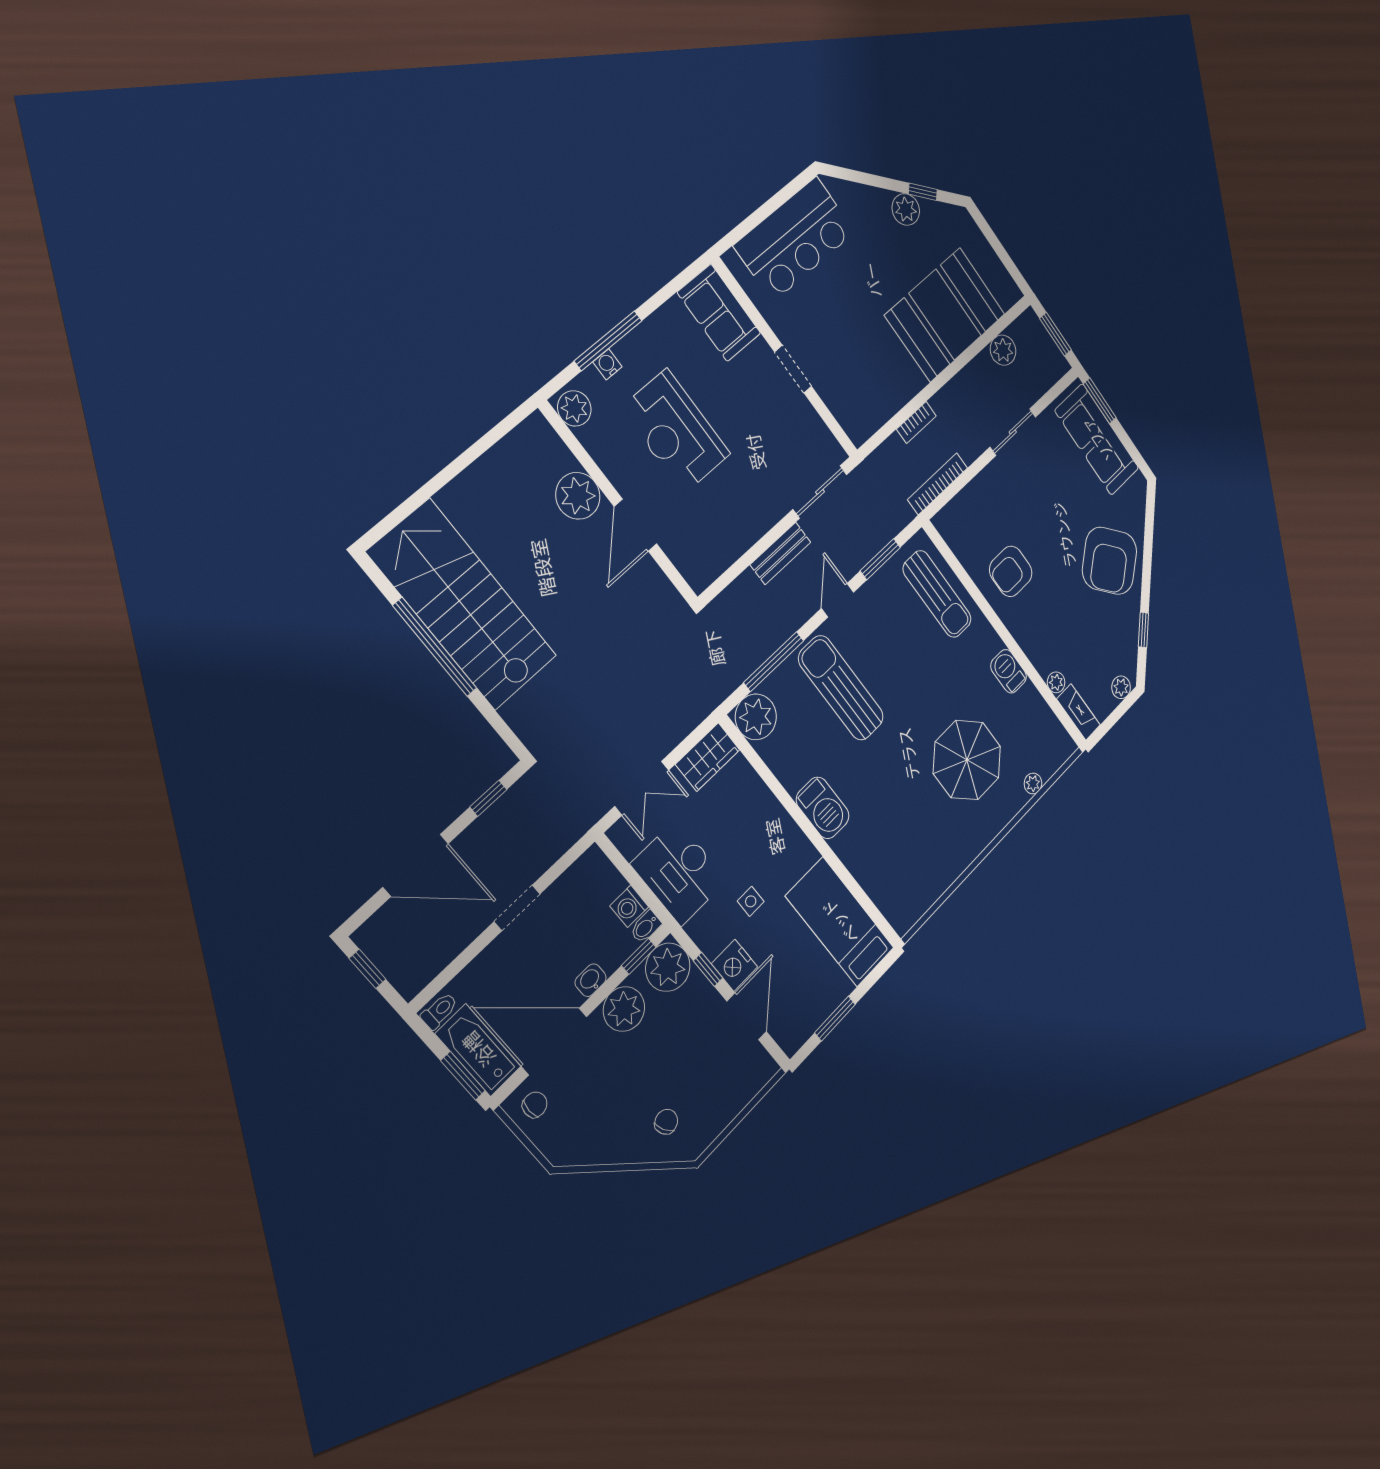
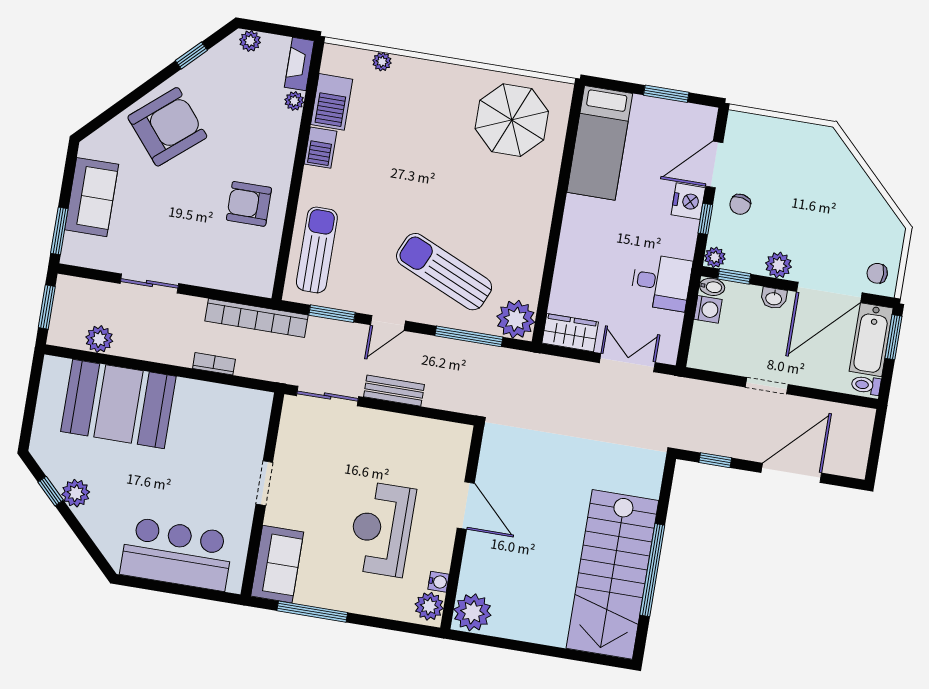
window: (608, 341) -> (312, 612), moved
water cooler: (607, 364) -> (439, 582), moved, turned -90
reception desk: (676, 431) -> (382, 529), turned 180
sofa: (1097, 440) -> (92, 197), width x0.73
bookcase: (938, 484) -> (256, 318), width x1.48, depth x1.31
plant: (578, 496) -> (472, 612), moved
door: (635, 525) -> (466, 506), hinge flipped
armchair: (1011, 571) -> (249, 204), turned 180
sun lounger: (841, 688) -> (444, 272), turned 114
parasol: (967, 760) -> (512, 120), moved
barbecue: (823, 808) -> (332, 102), moved, turned 180
door: (416, 865) -> (791, 473), hinge flipped
desk: (679, 872) -> (661, 282), width x0.73
side table: (751, 901) -> (638, 223), removed
plant: (668, 967) -> (715, 257), width x0.53, depth x0.53
window: (368, 969) -> (874, 452), removed
plant: (624, 1009) -> (779, 265), width x0.73, depth x0.73
door: (554, 1041) -> (829, 292), hinge flipped
chair: (666, 1122) -> (740, 204), moved, turned -53

